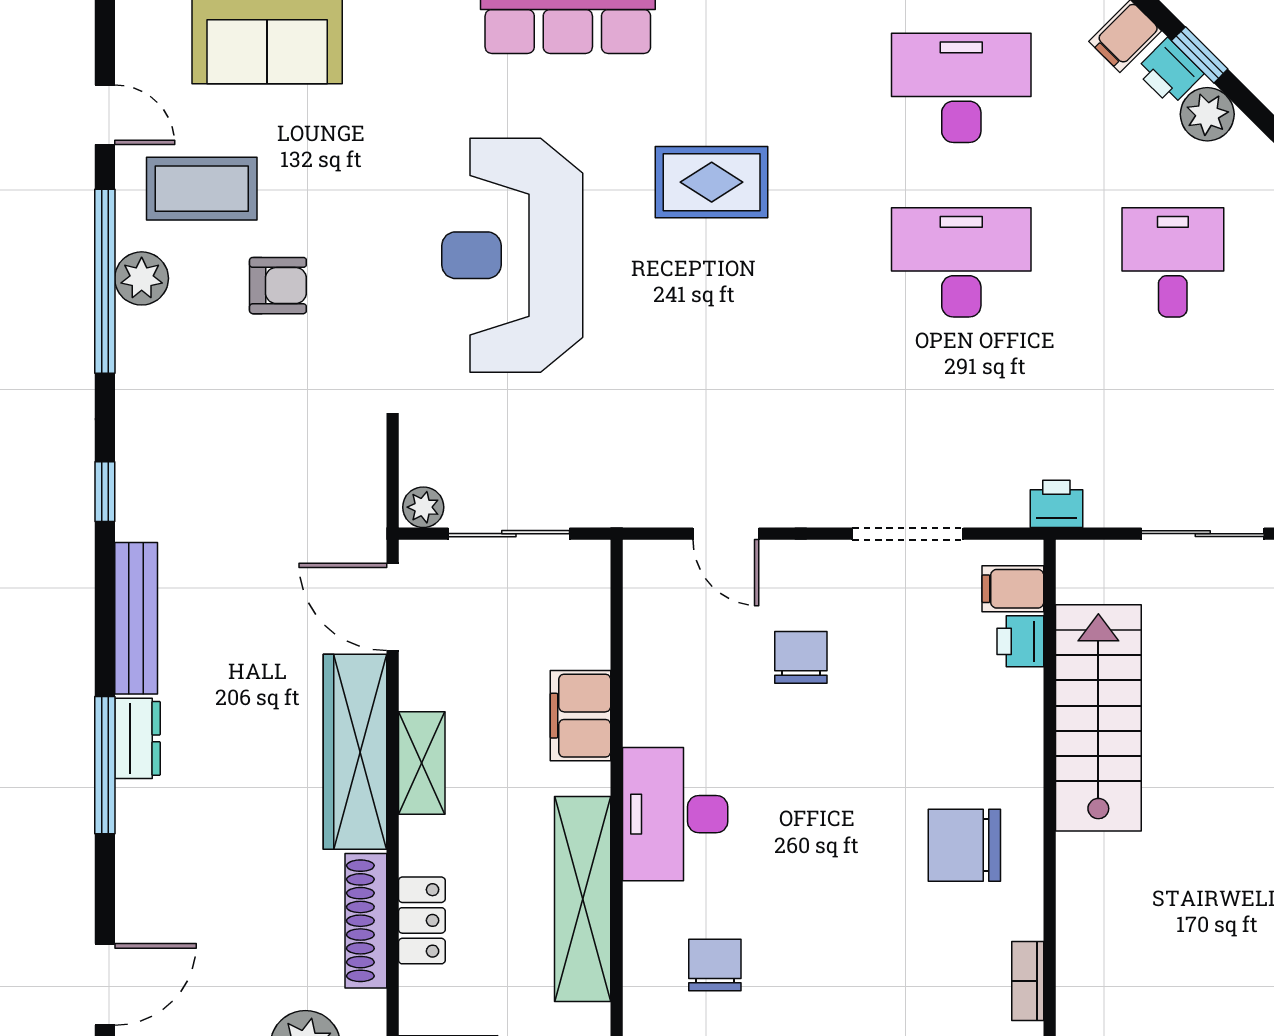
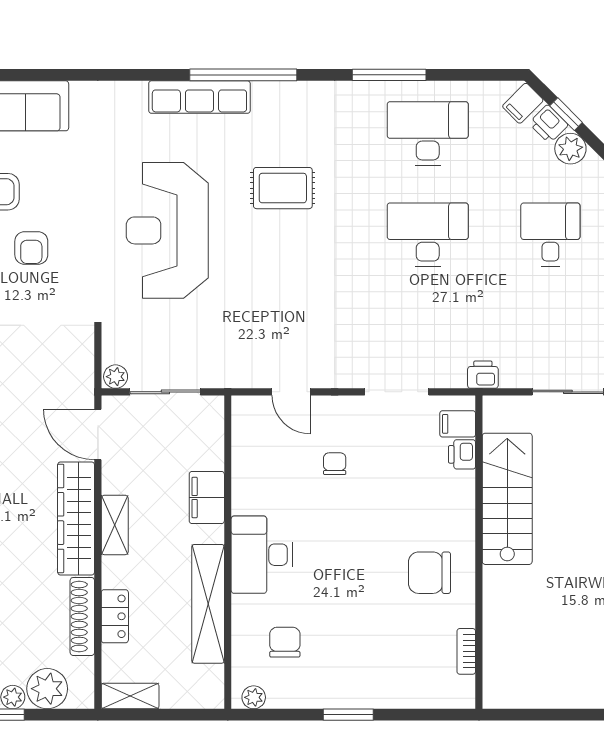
armchair: (278, 286) -> (31, 248), turned 90
chair: (801, 657) -> (335, 464), width x0.73, depth x0.73

